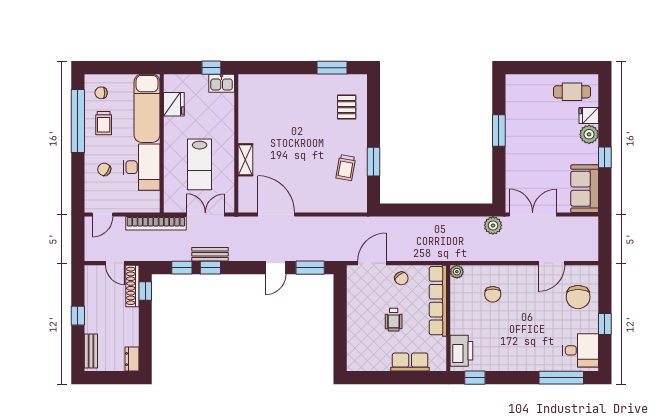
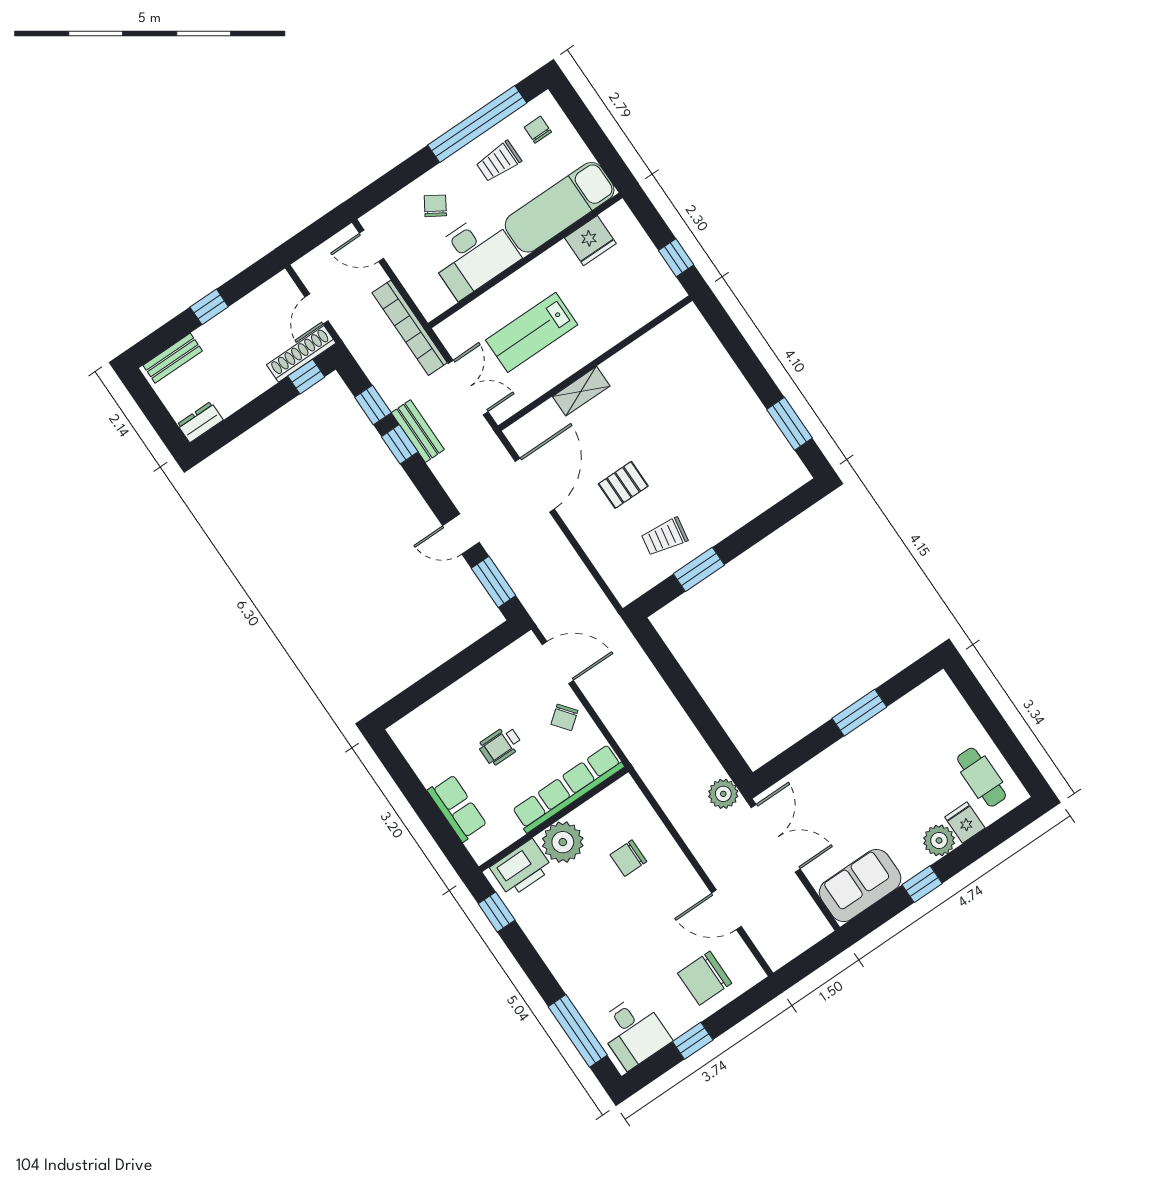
kitchen sink: (222, 83) -> (664, 286), removed
pallet: (347, 107) -> (623, 485), moved
plant: (457, 272) -> (563, 842), moved, width x1.88, depth x1.88

